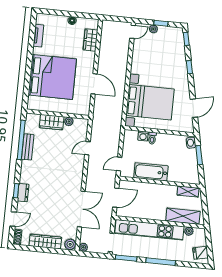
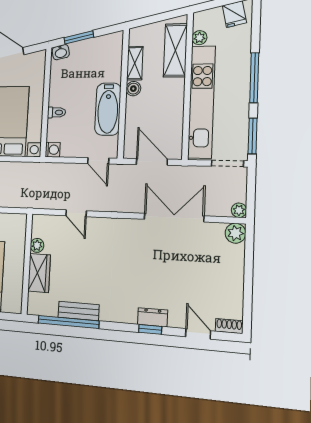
washing machine: (143, 136) -> (53, 150), moved
boiler: (162, 189) -> (133, 89), added
shelving: (188, 192) -> (135, 63), moved
wardrobe: (45, 242) -> (234, 277), removed

